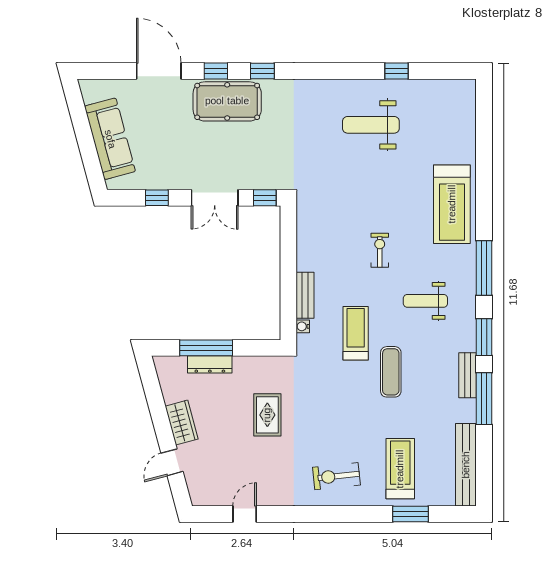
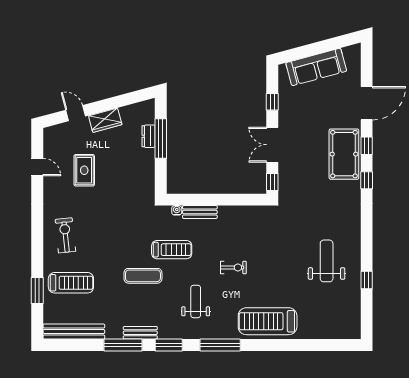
dresser: (210, 364) -> (148, 136), width x0.70
rug: (267, 415) -> (84, 170), moved, turned 90

